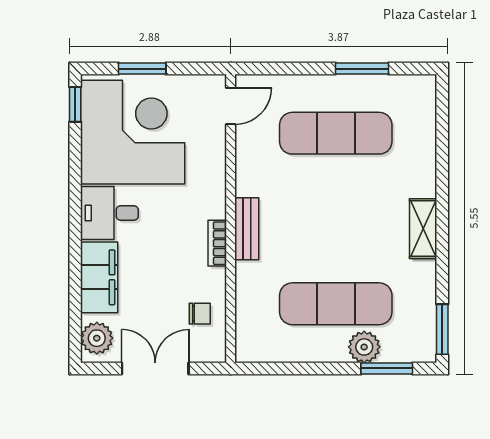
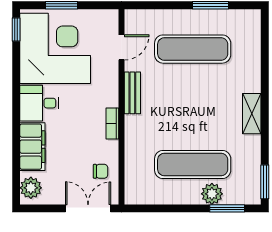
door: (231, 106) -> (121, 47), moved
bench: (247, 229) -> (132, 93), moved
double door: (155, 368) -> (88, 208), moved

